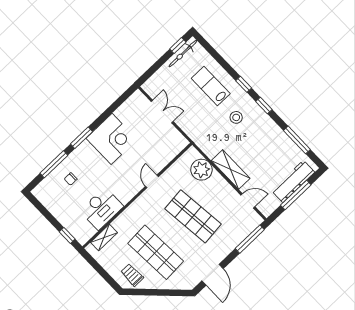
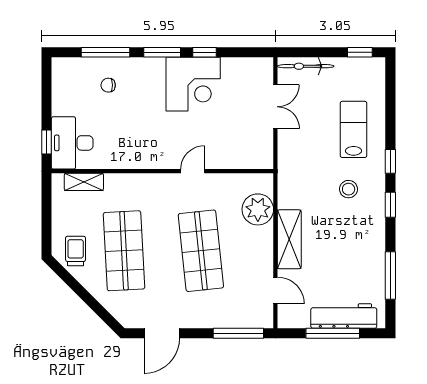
bicycle: (183, 54) -> (306, 66), moved
window: (102, 118) -> (205, 52), added
desk: (102, 209) -> (72, 143), moved, turned 90

